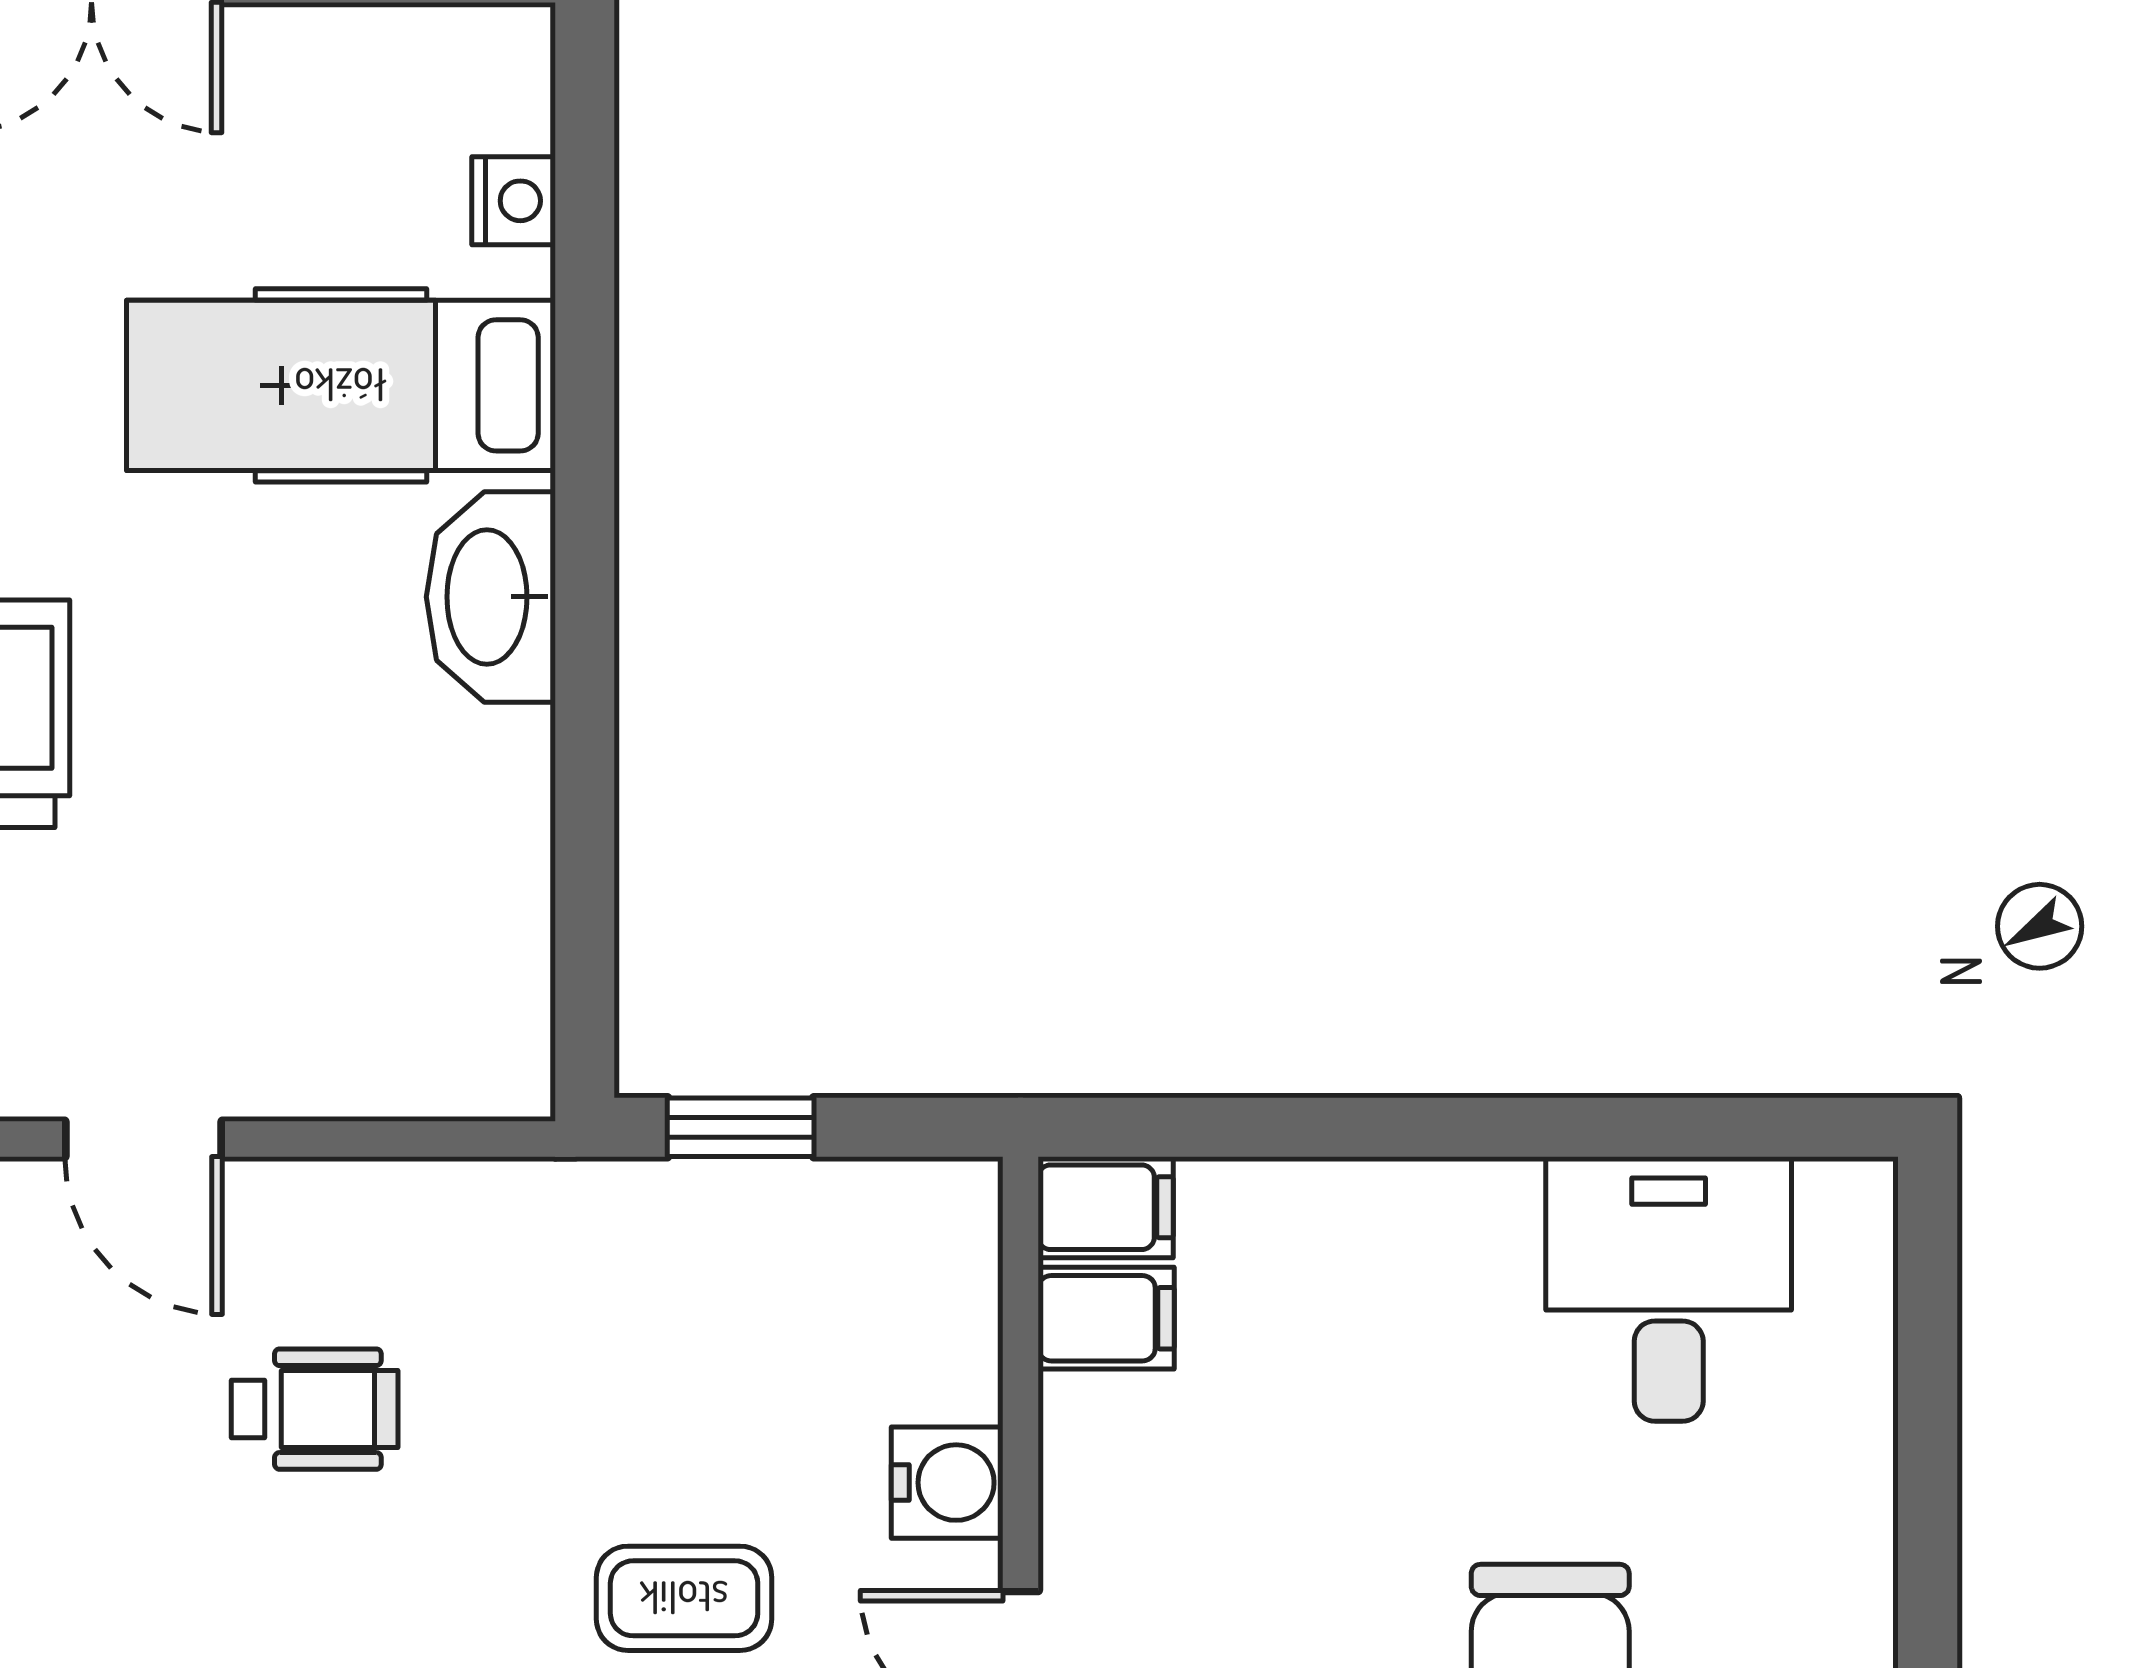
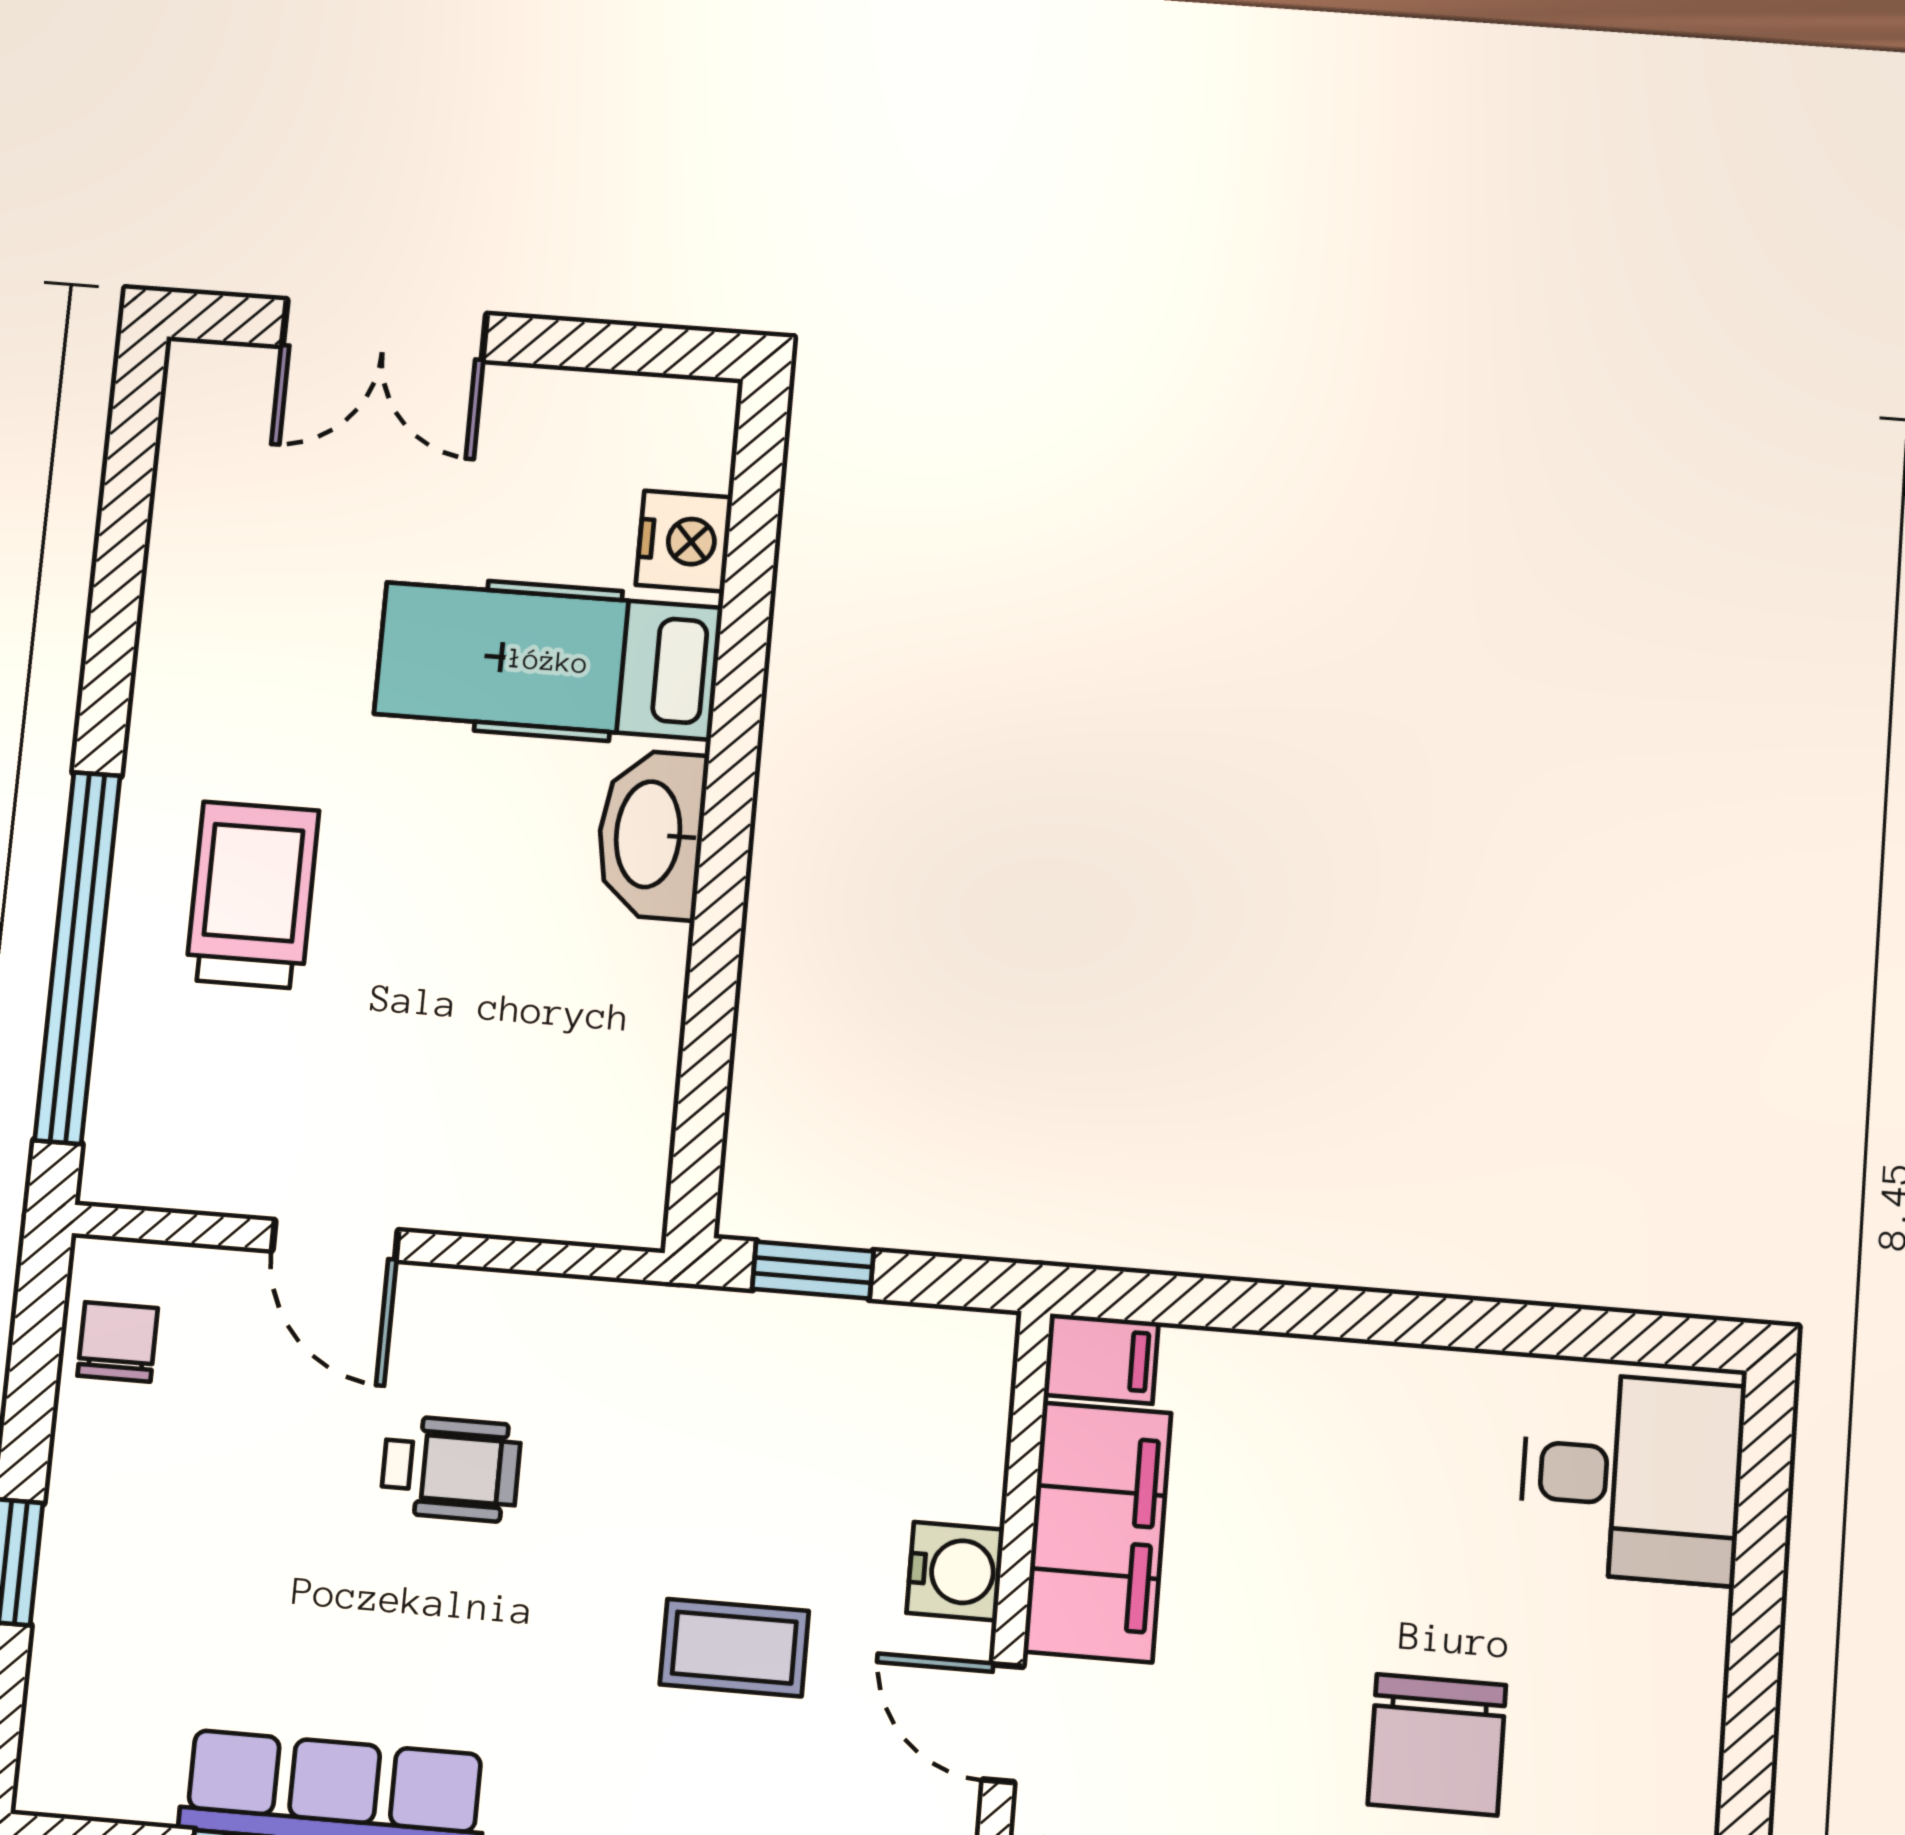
nightstand: (514, 201) -> (684, 541), width x1.39, depth x1.35
desk: (1669, 1289) -> (1632, 1478), moved, turned 90
filing cabinet: (1106, 1318) -> (1097, 1532), width x3.00, depth x1.17

